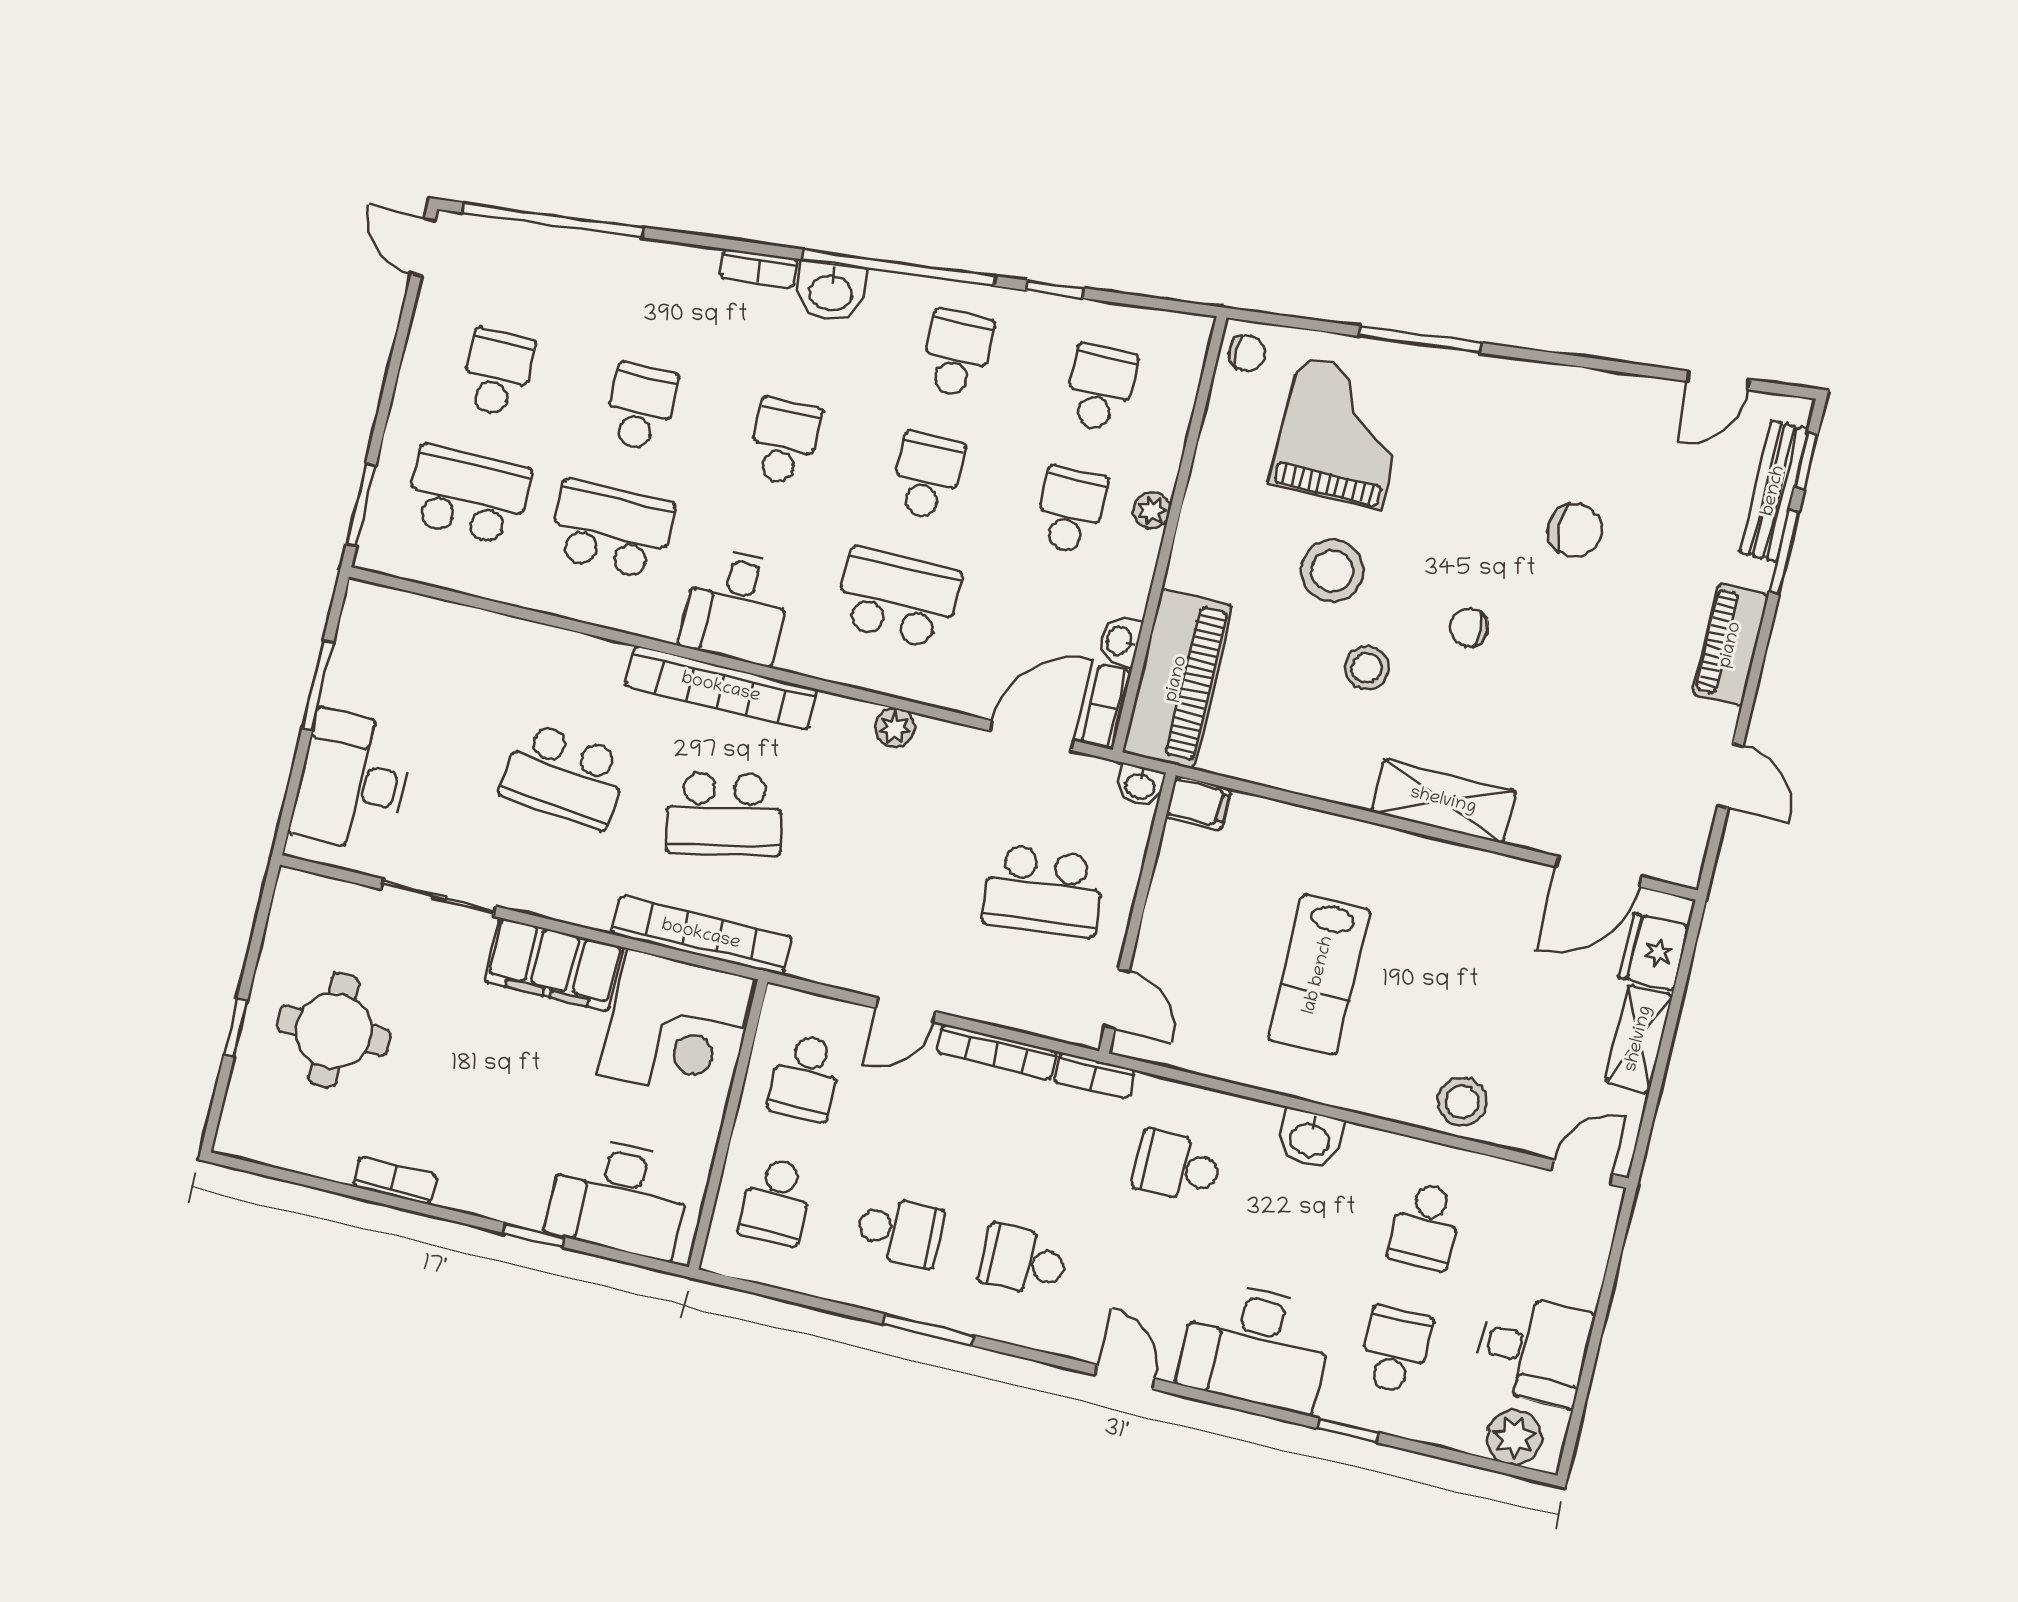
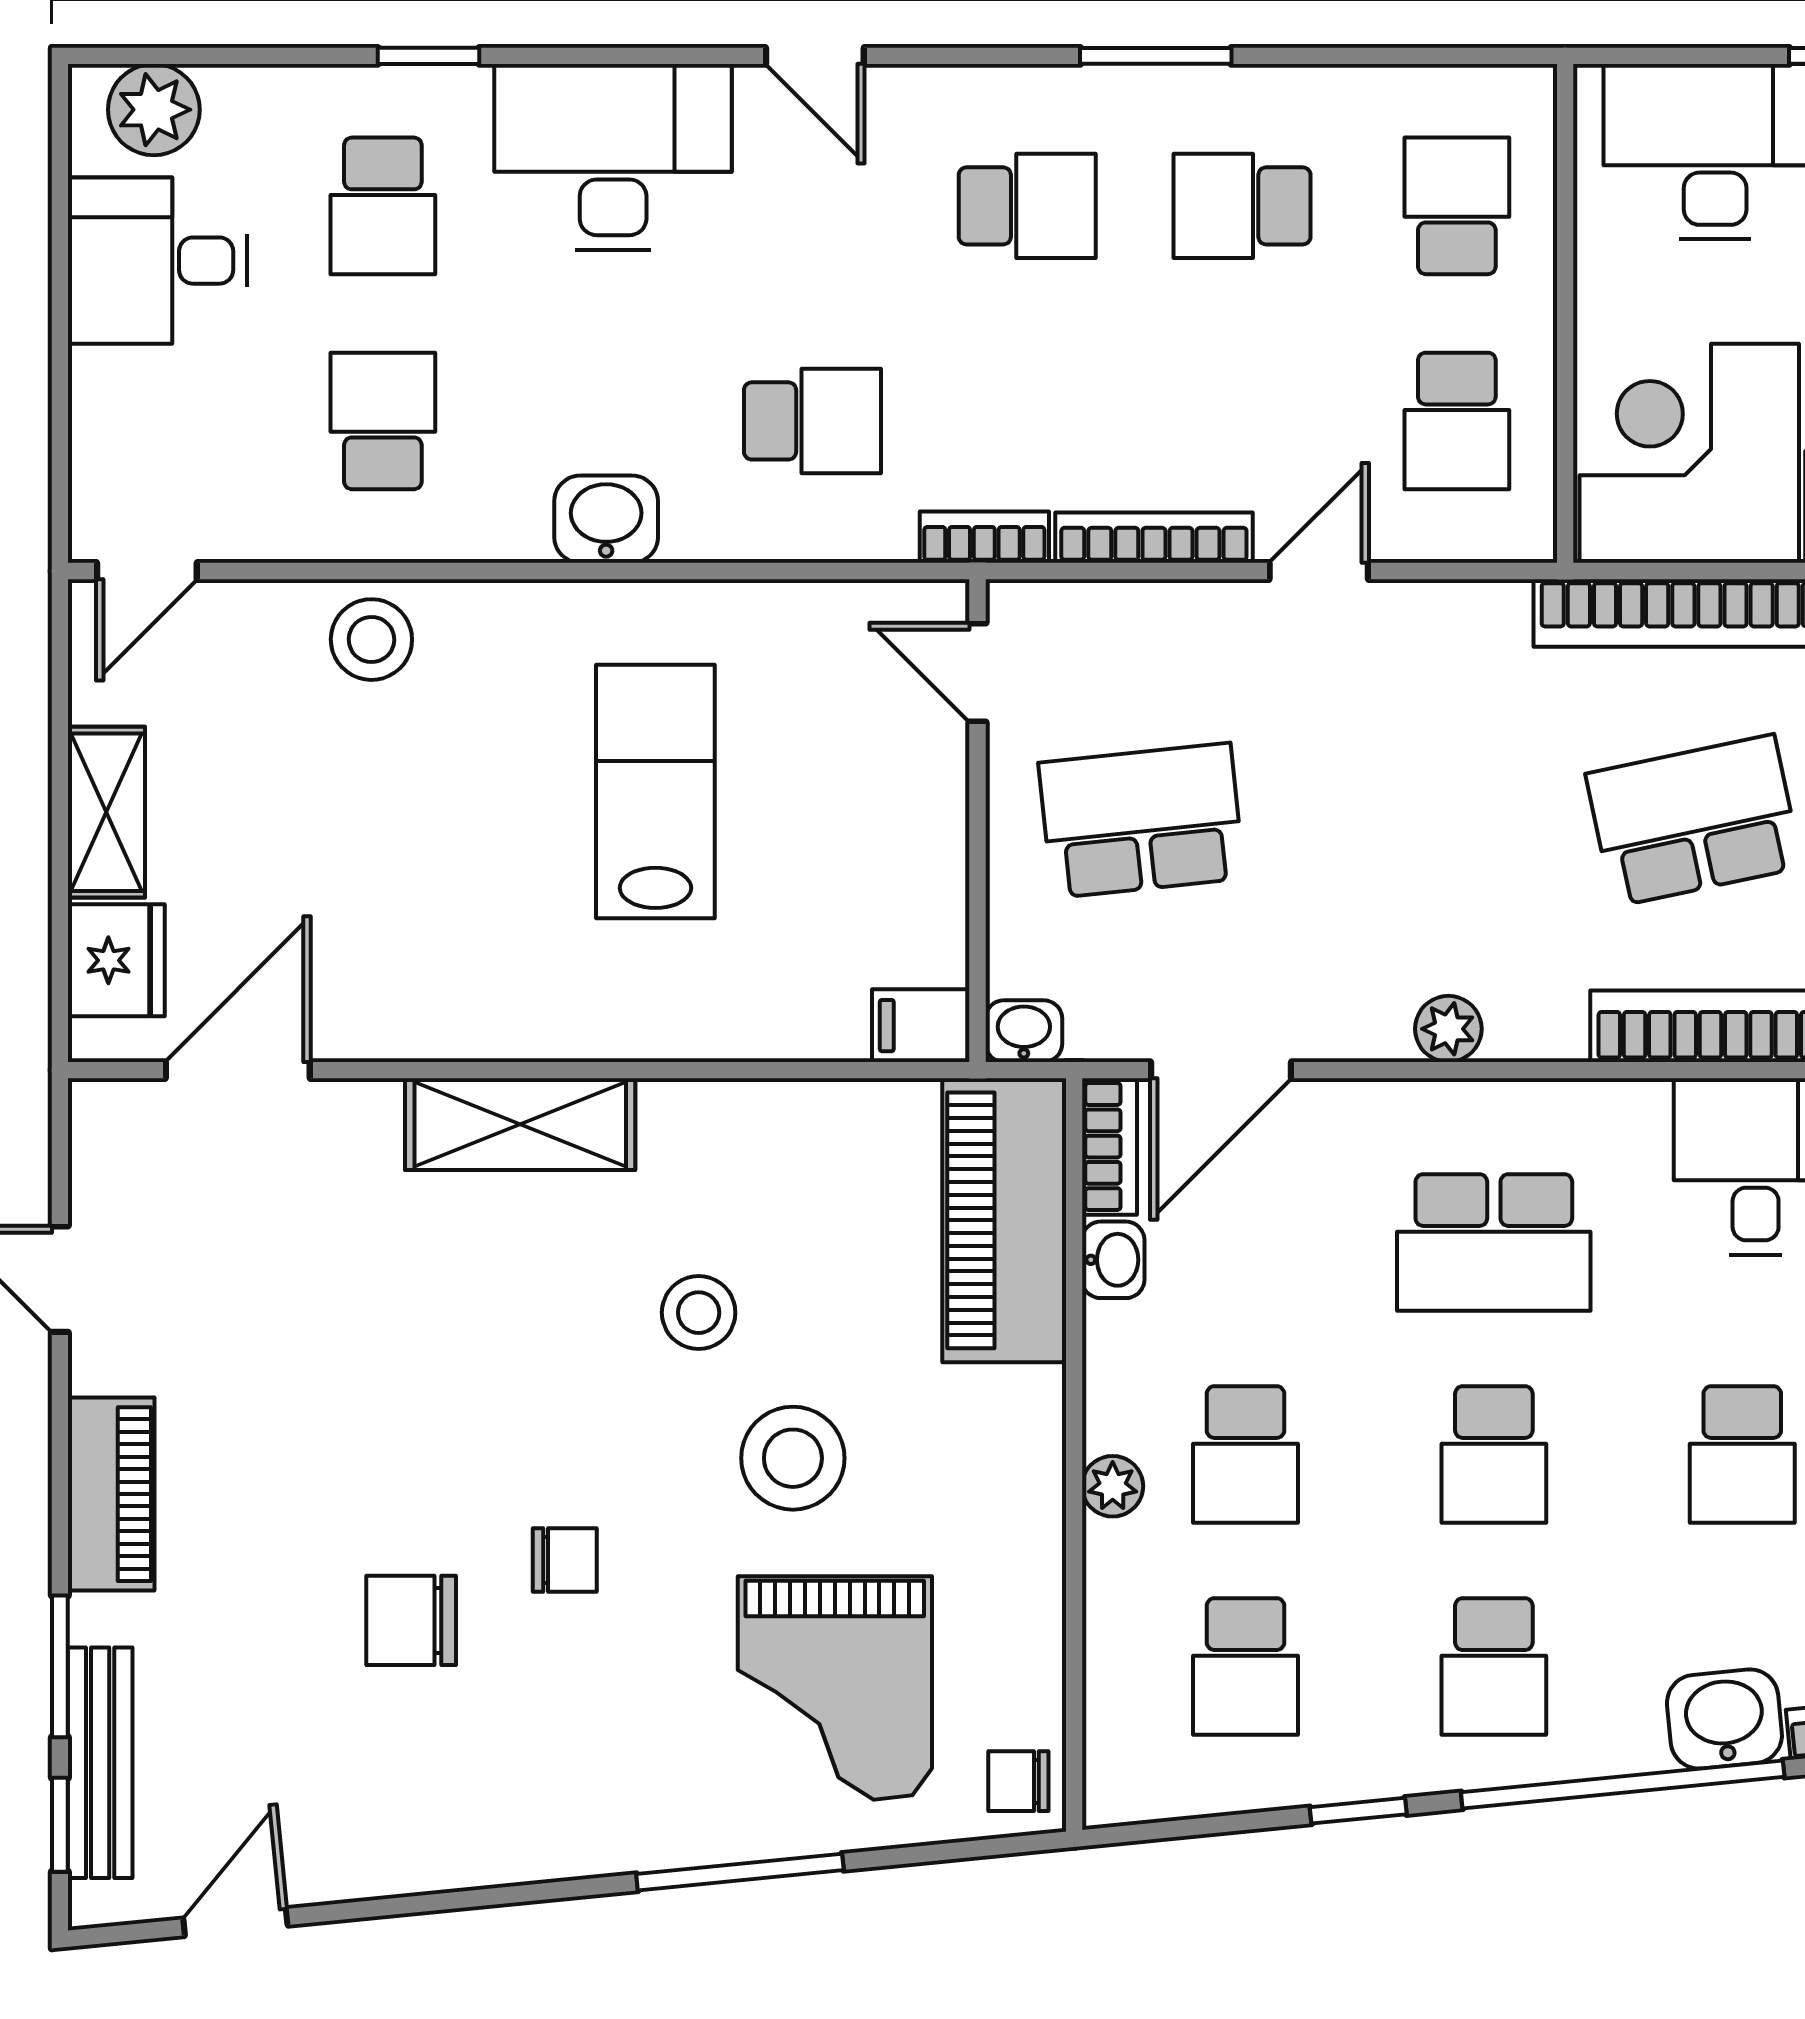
chair: (1469, 627) -> (565, 1560), moved
school desk: (806, 1077) -> (1457, 421), turned 180

